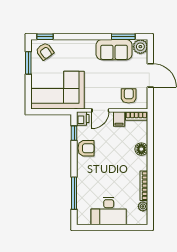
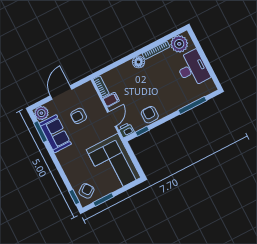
armchair: (129, 96) -> (79, 116), moved
door: (100, 110) -> (112, 119), hinge flipped
floor lamp: (141, 149) -> (138, 62), moved
plant: (143, 206) -> (179, 44), width x1.87, depth x1.87

